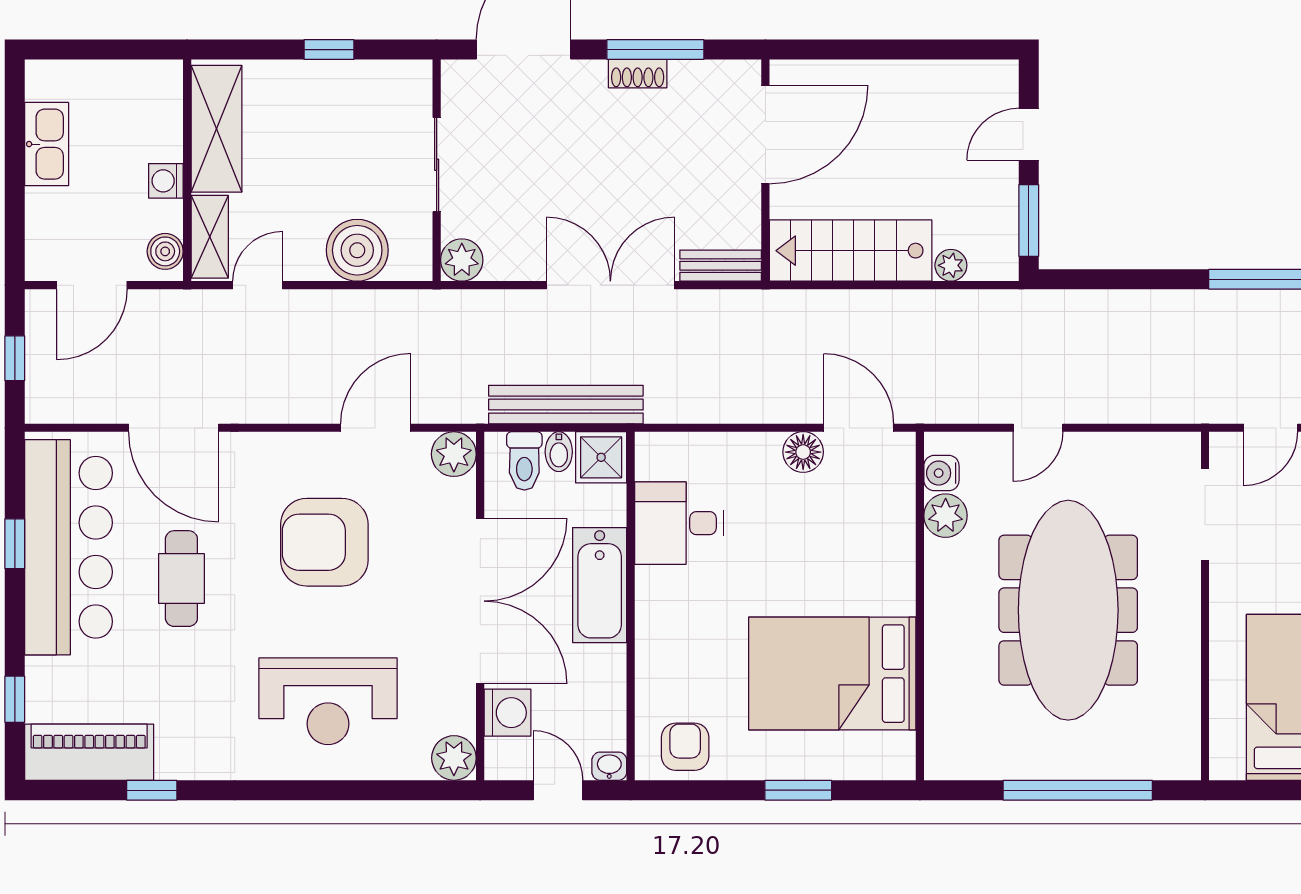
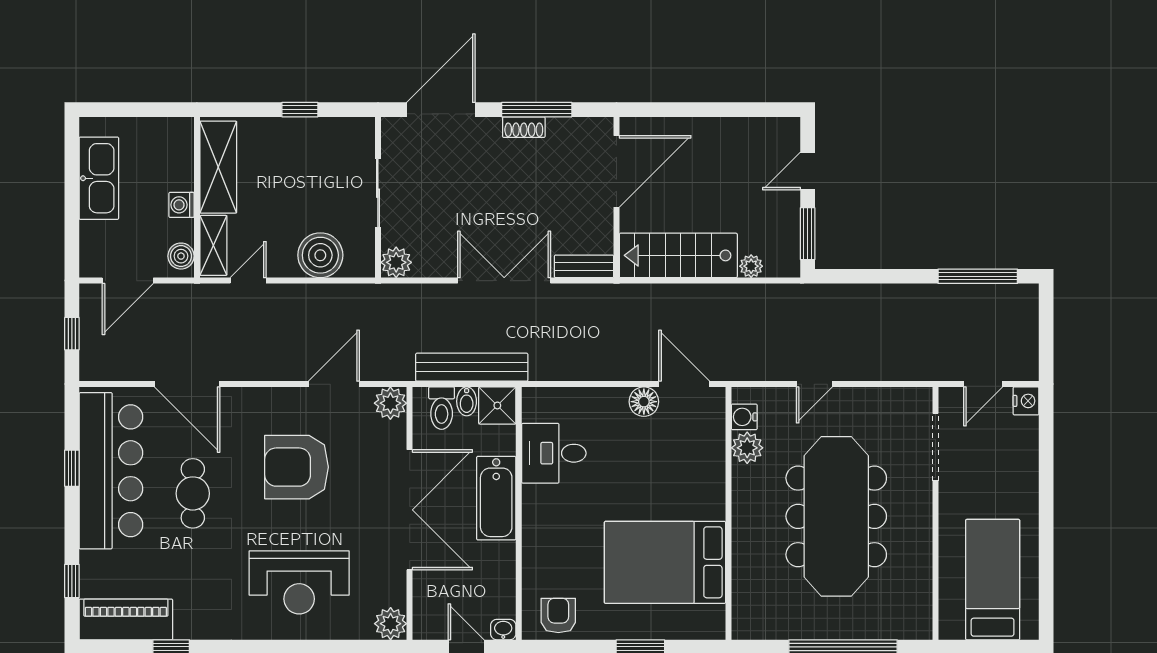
kitchen sink: (47, 144) -> (99, 178), width x1.36, depth x1.24
washing machine: (508, 713) -> (429, 591), removed

